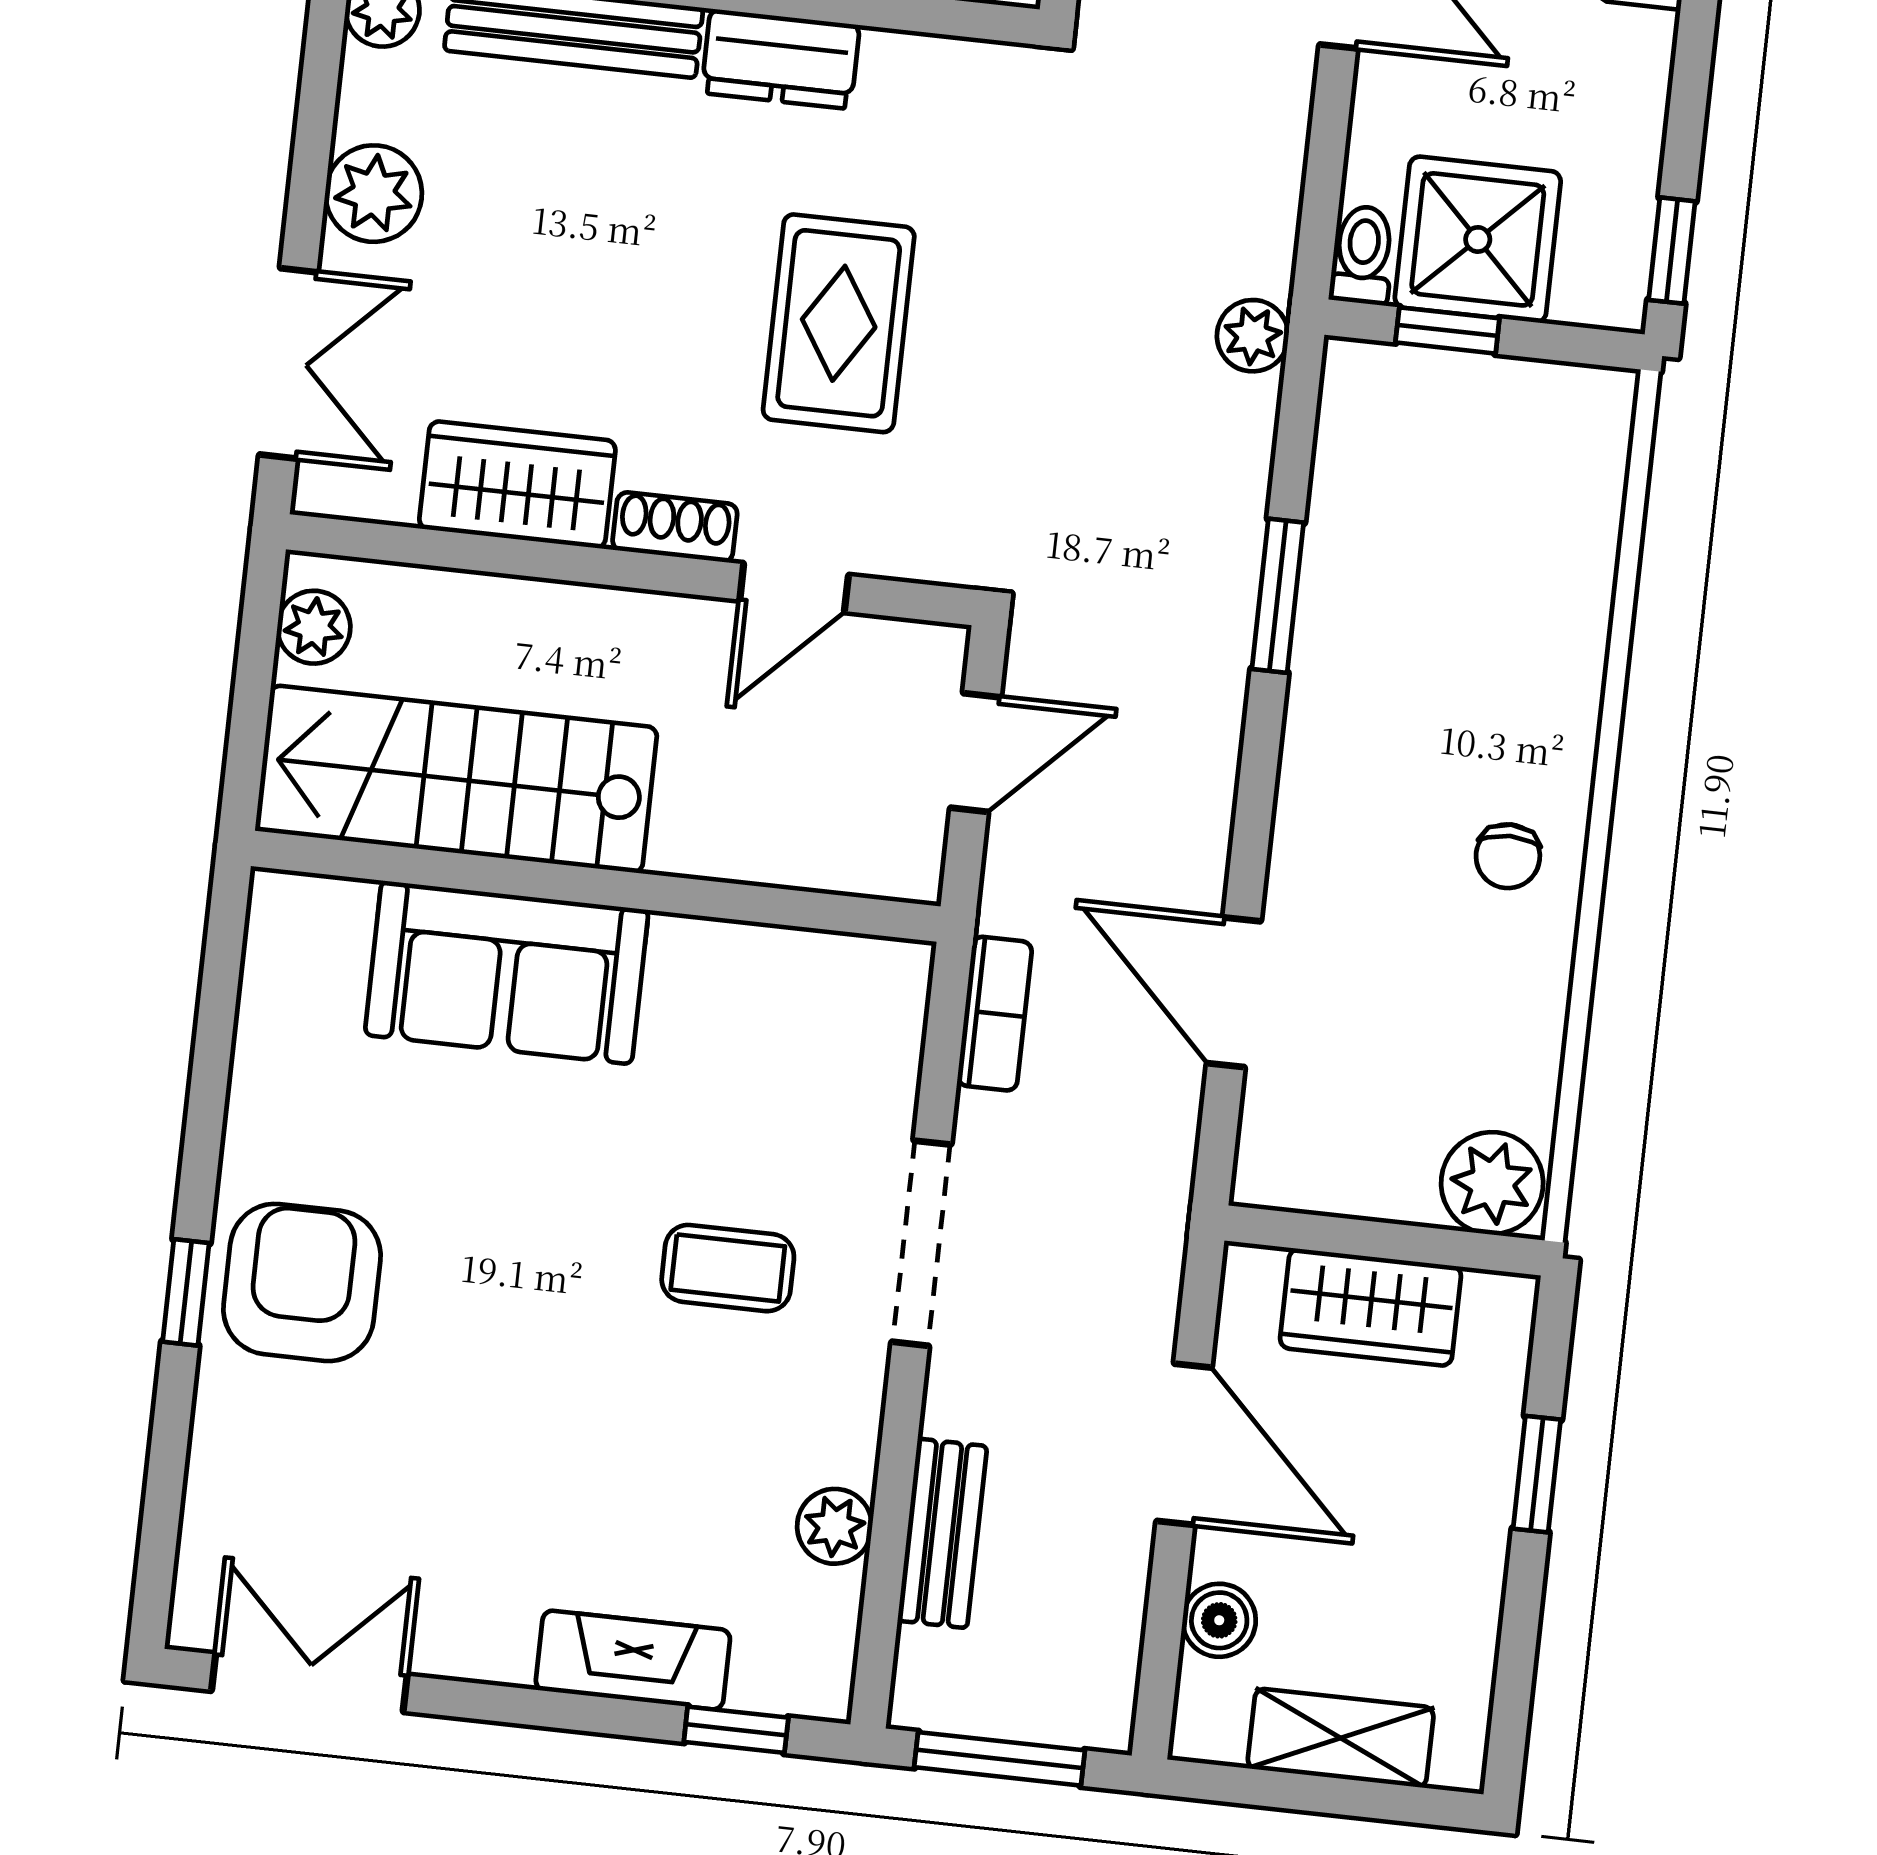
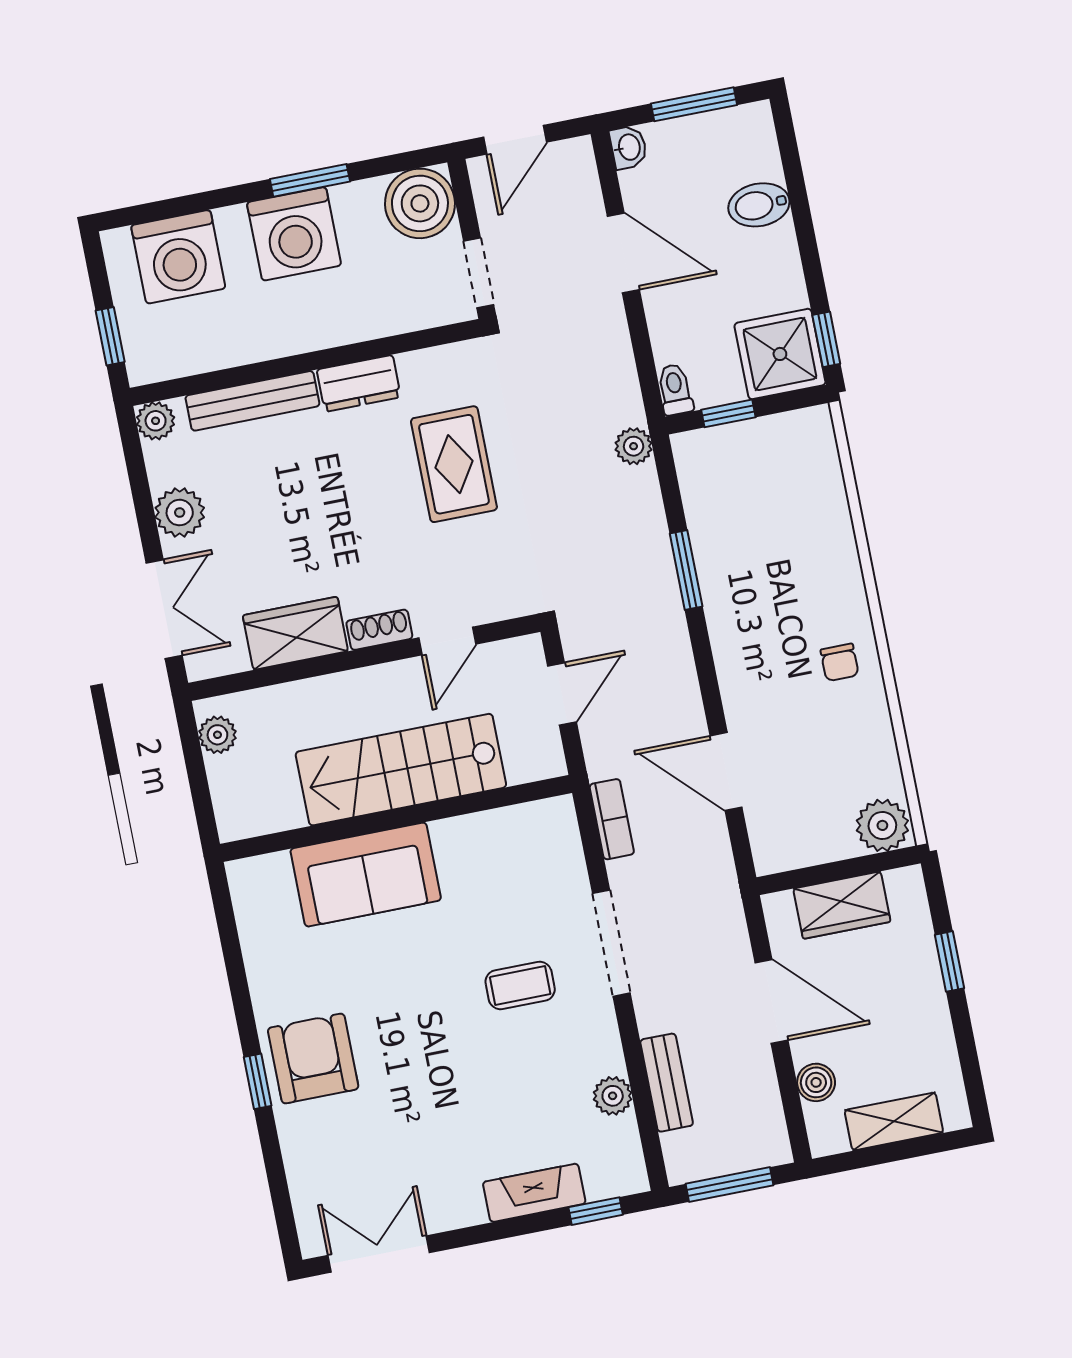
shower: (1478, 239) -> (780, 354), moved
rug: (839, 323) -> (454, 464), moved
stairs: (456, 779) -> (401, 770), moved

